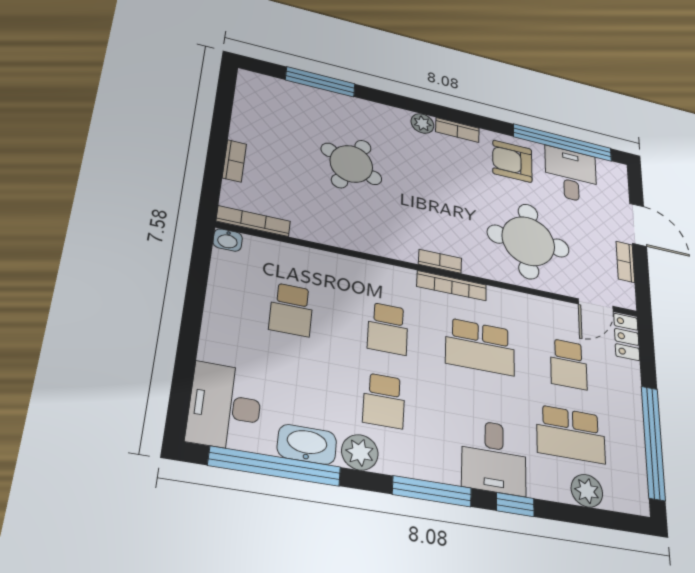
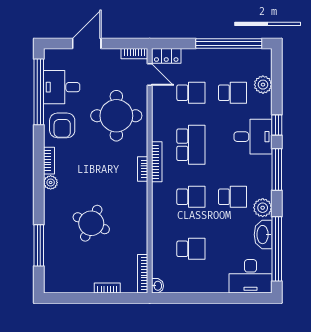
bookcase: (625, 262) -> (134, 54), moved
school desk: (571, 434) -> (233, 93), width x0.54

